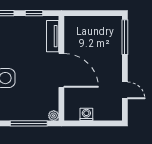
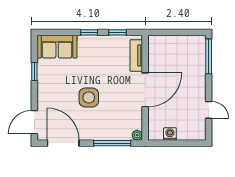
door: (61, 70) -> (145, 90), hinge flipped

